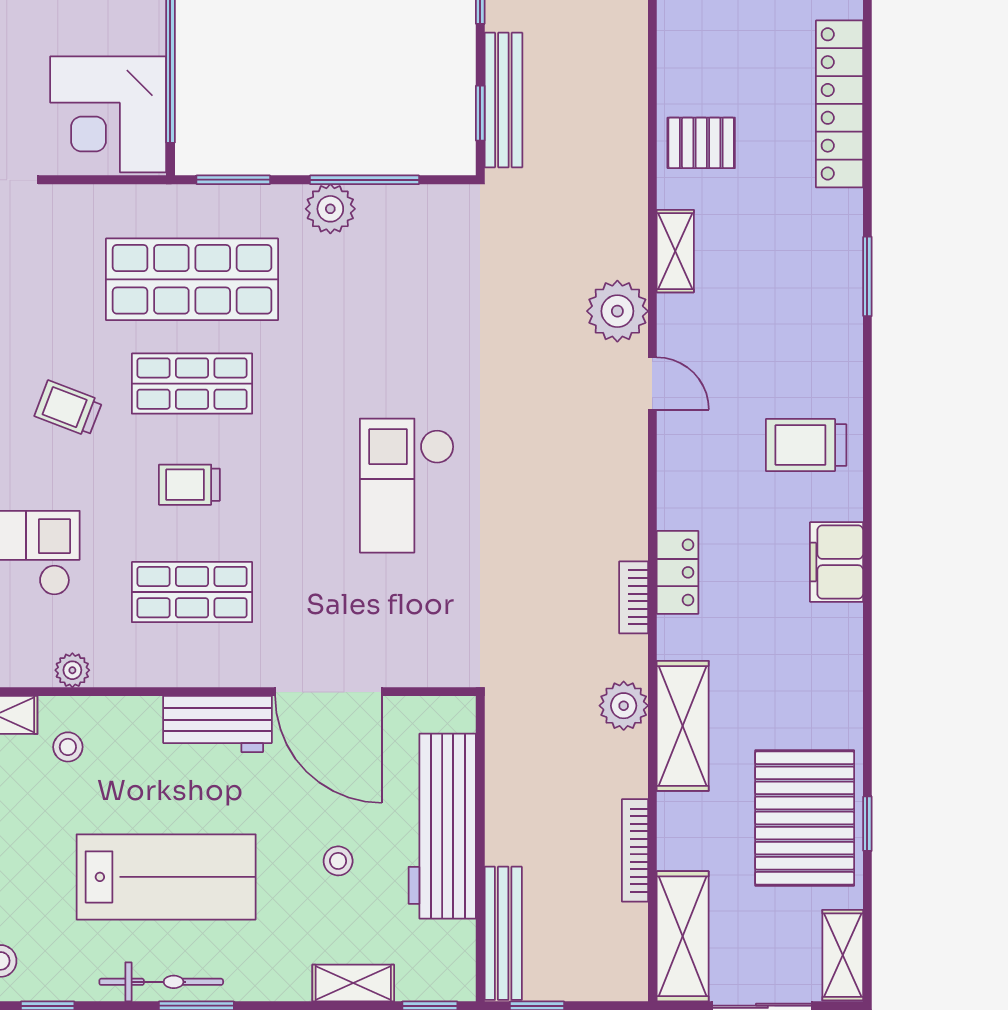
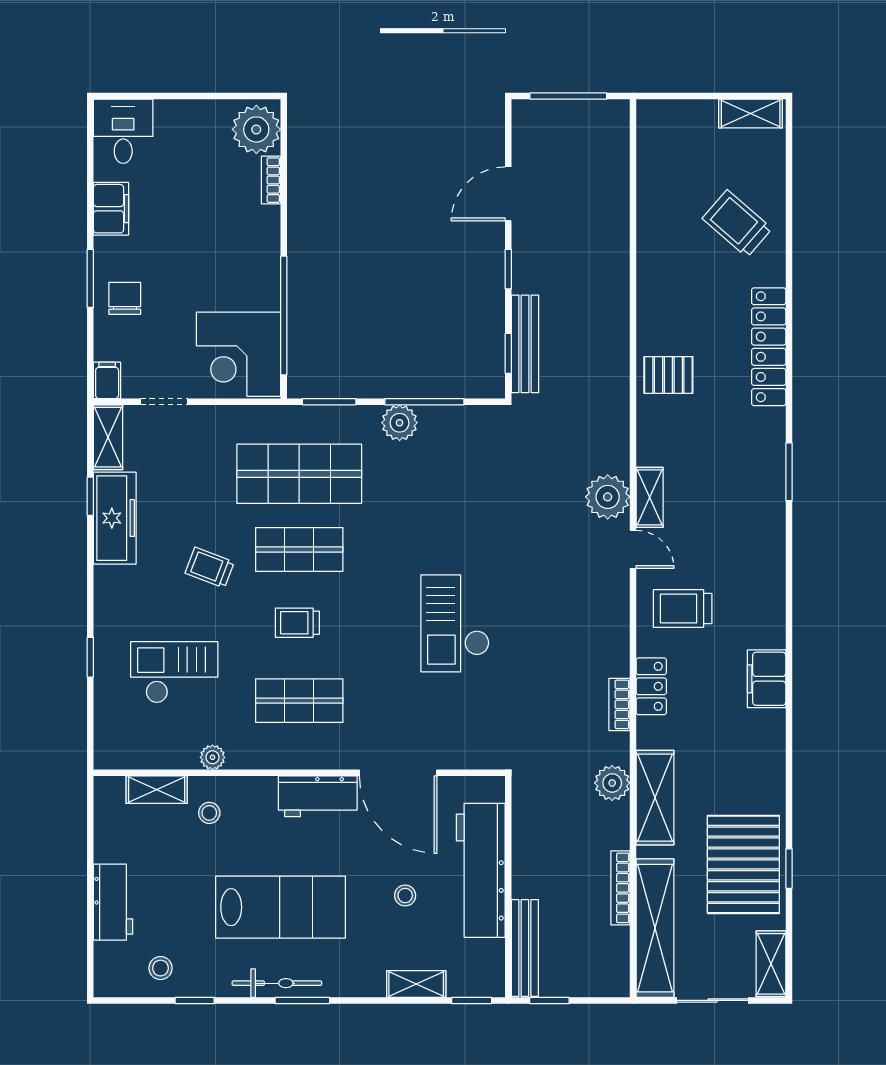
shelving: (675, 251) -> (650, 497), moved
trolley: (806, 445) -> (683, 609), moved
shelving: (683, 936) -> (655, 928), width x1.47

